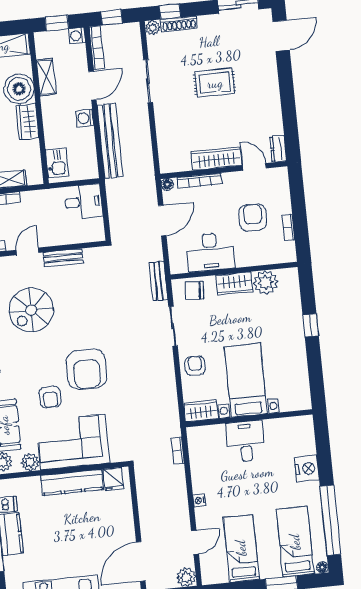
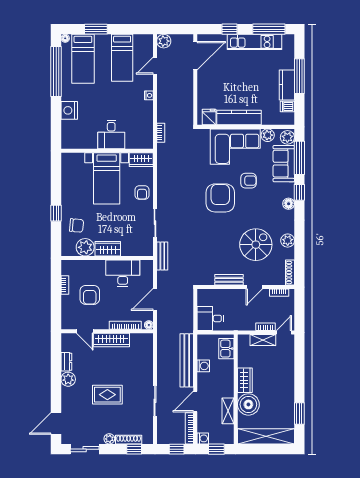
plant: (153, 28) -> (109, 439), moved
plant: (271, 98) -> (68, 379), added
washing machine: (85, 118) -> (203, 366), moved
dresser: (278, 149) -> (66, 362), moved
chair: (194, 290) -> (76, 225), moved
armchair: (50, 397) -> (249, 181), turned 90

